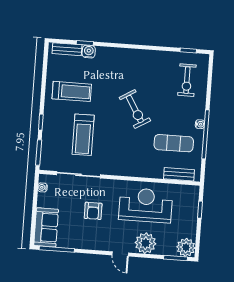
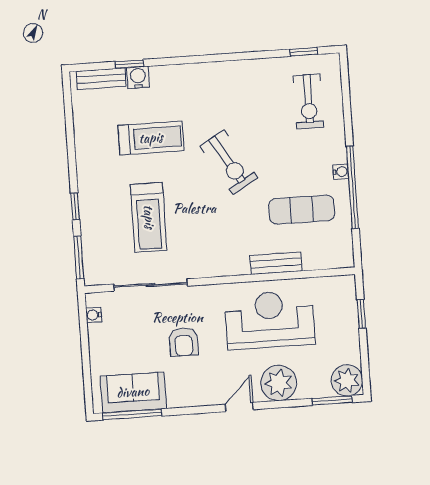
treadmill: (72, 91) -> (151, 138), moved
bench: (179, 174) -> (276, 263), moved
sofa: (46, 227) -> (133, 392), moved, turned -90
door: (120, 254) -> (239, 407), swing flipped

